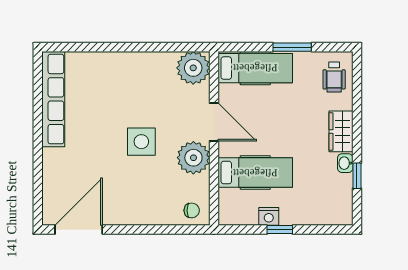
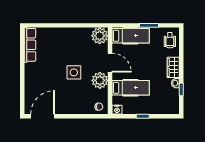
row of seats: (53, 99) -> (30, 45), width x0.73
nightstand: (269, 216) -> (117, 110), moved

